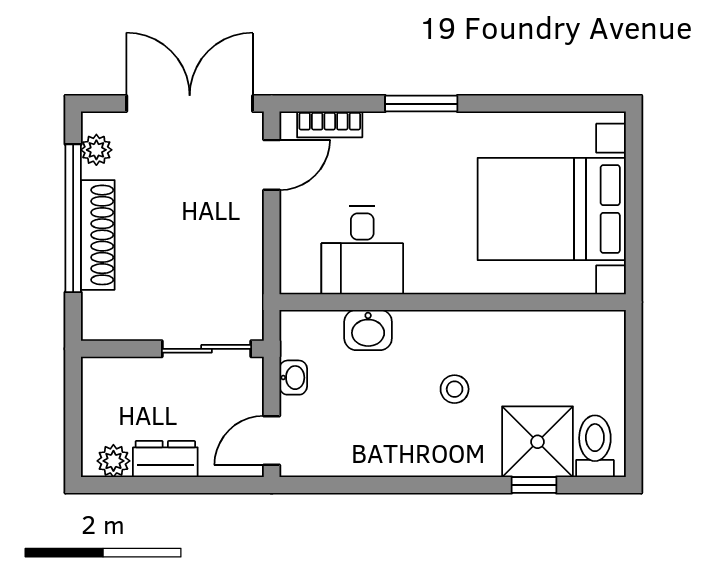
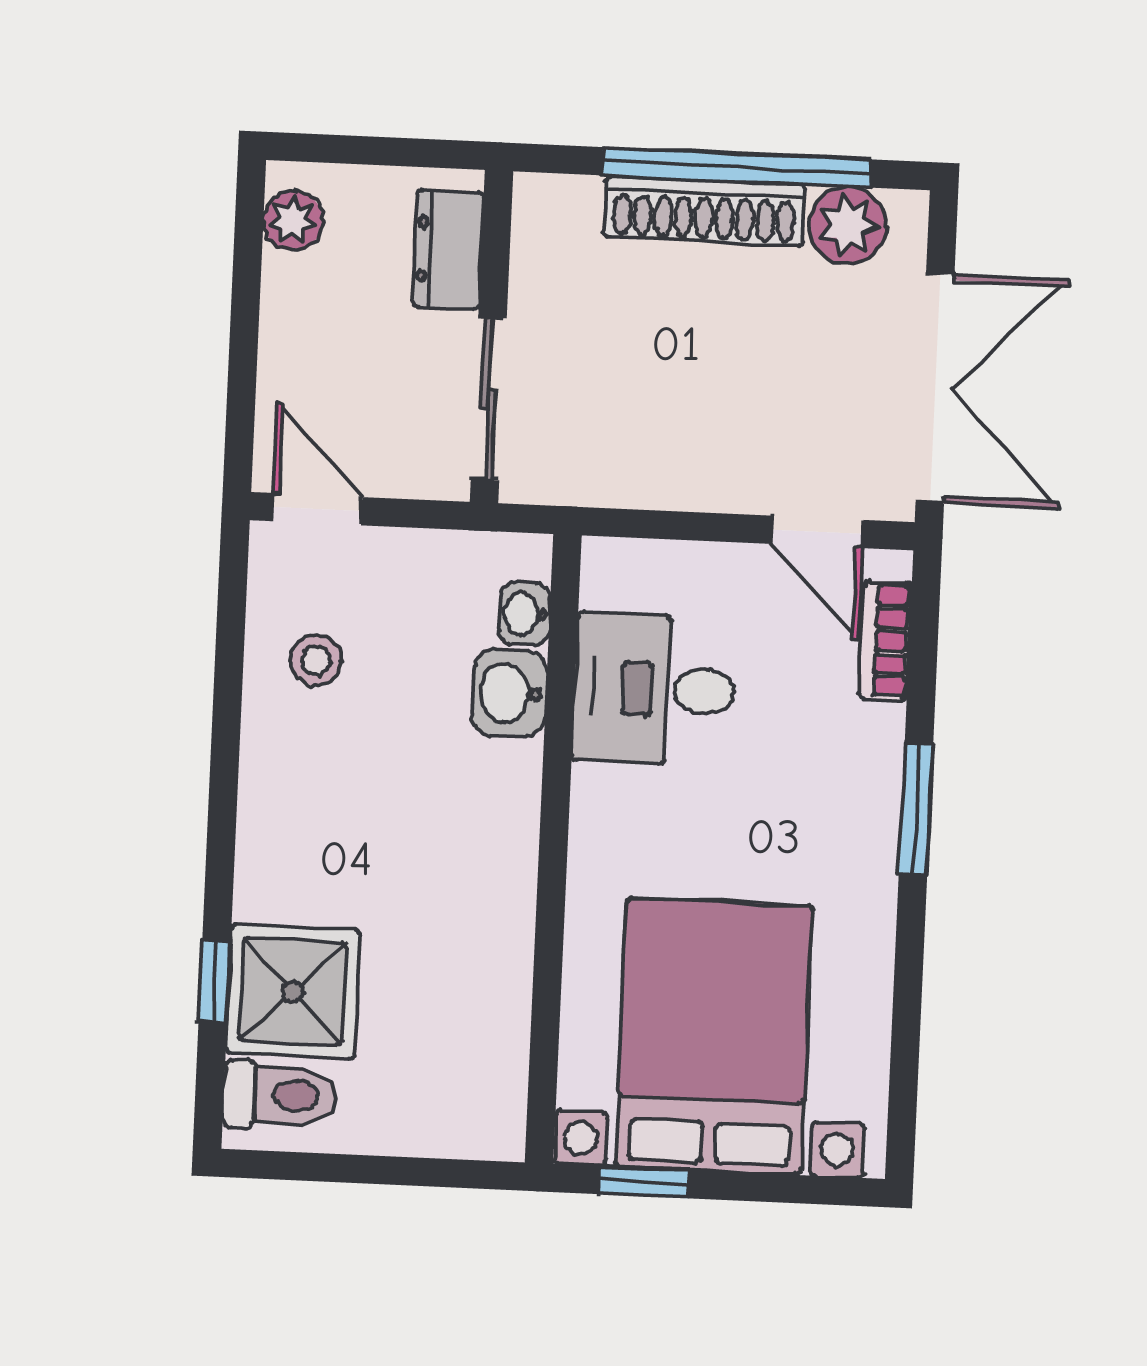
plant: (96, 150) -> (848, 225), width x1.38, depth x1.38
window: (634, 244) -> (644, 1182), added
washbasin: (293, 378) -> (525, 614), moved, turned 90
stool: (455, 389) -> (316, 660), moved
dresser: (165, 459) -> (448, 250), moved, turned 180

